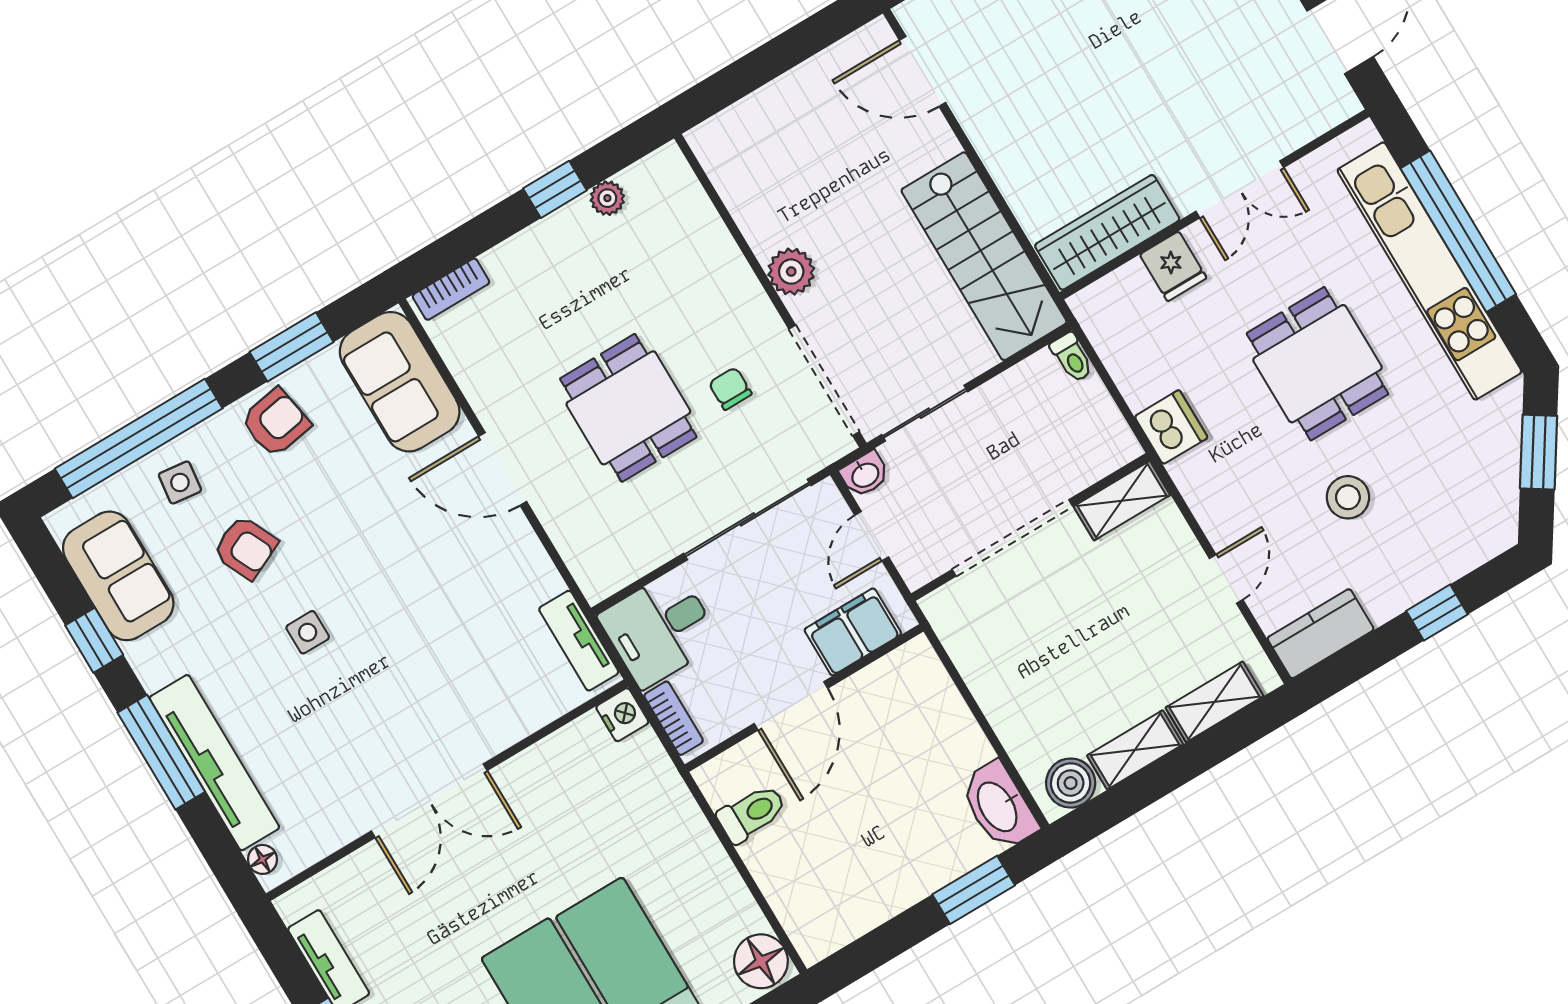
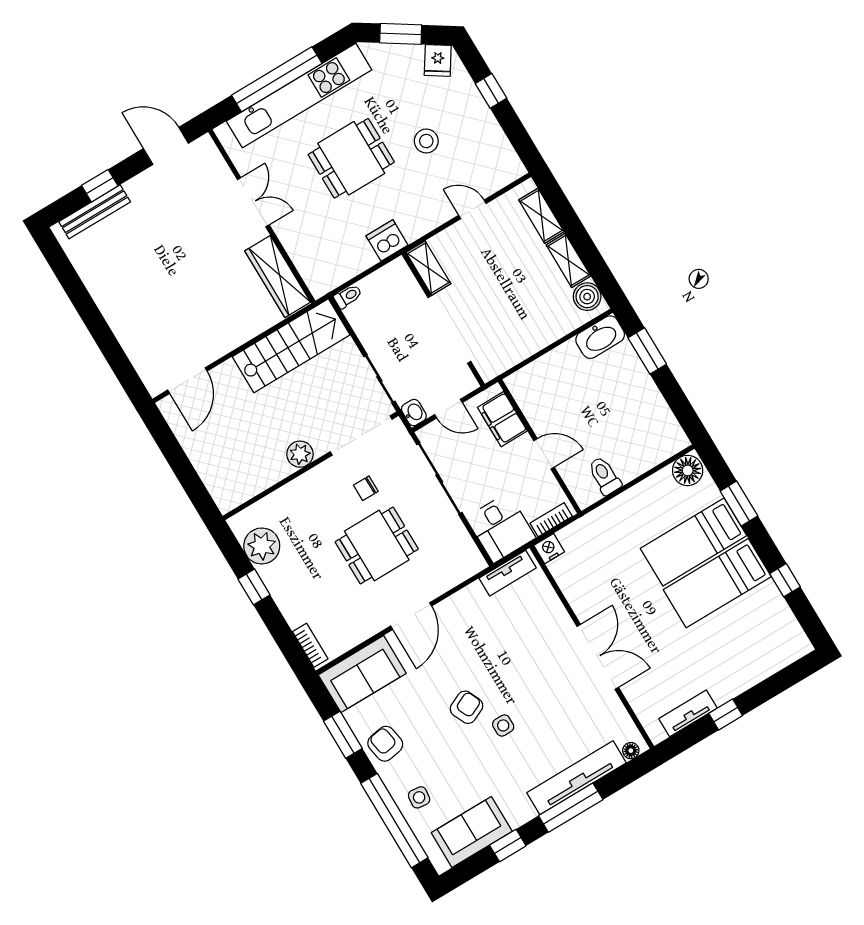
plant: (607, 198) -> (262, 546), width x1.88, depth x1.88
fridge: (1173, 266) -> (438, 60), moved, turned 123
armchair: (245, 548) -> (467, 707), moved
kitchen counter: (1321, 634) -> (503, 156), removed
door: (791, 706) -> (544, 454), width x0.73

